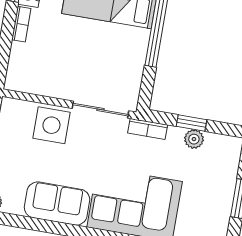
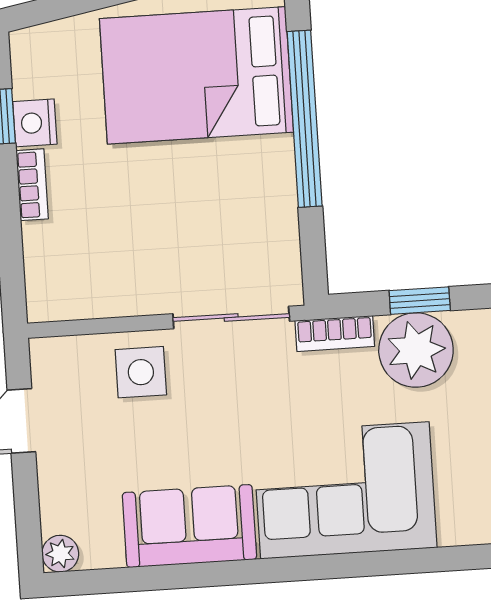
side table: (51, 125) -> (141, 372), width x0.73, depth x0.73
plant: (194, 139) -> (416, 350), width x1.87, depth x1.87

